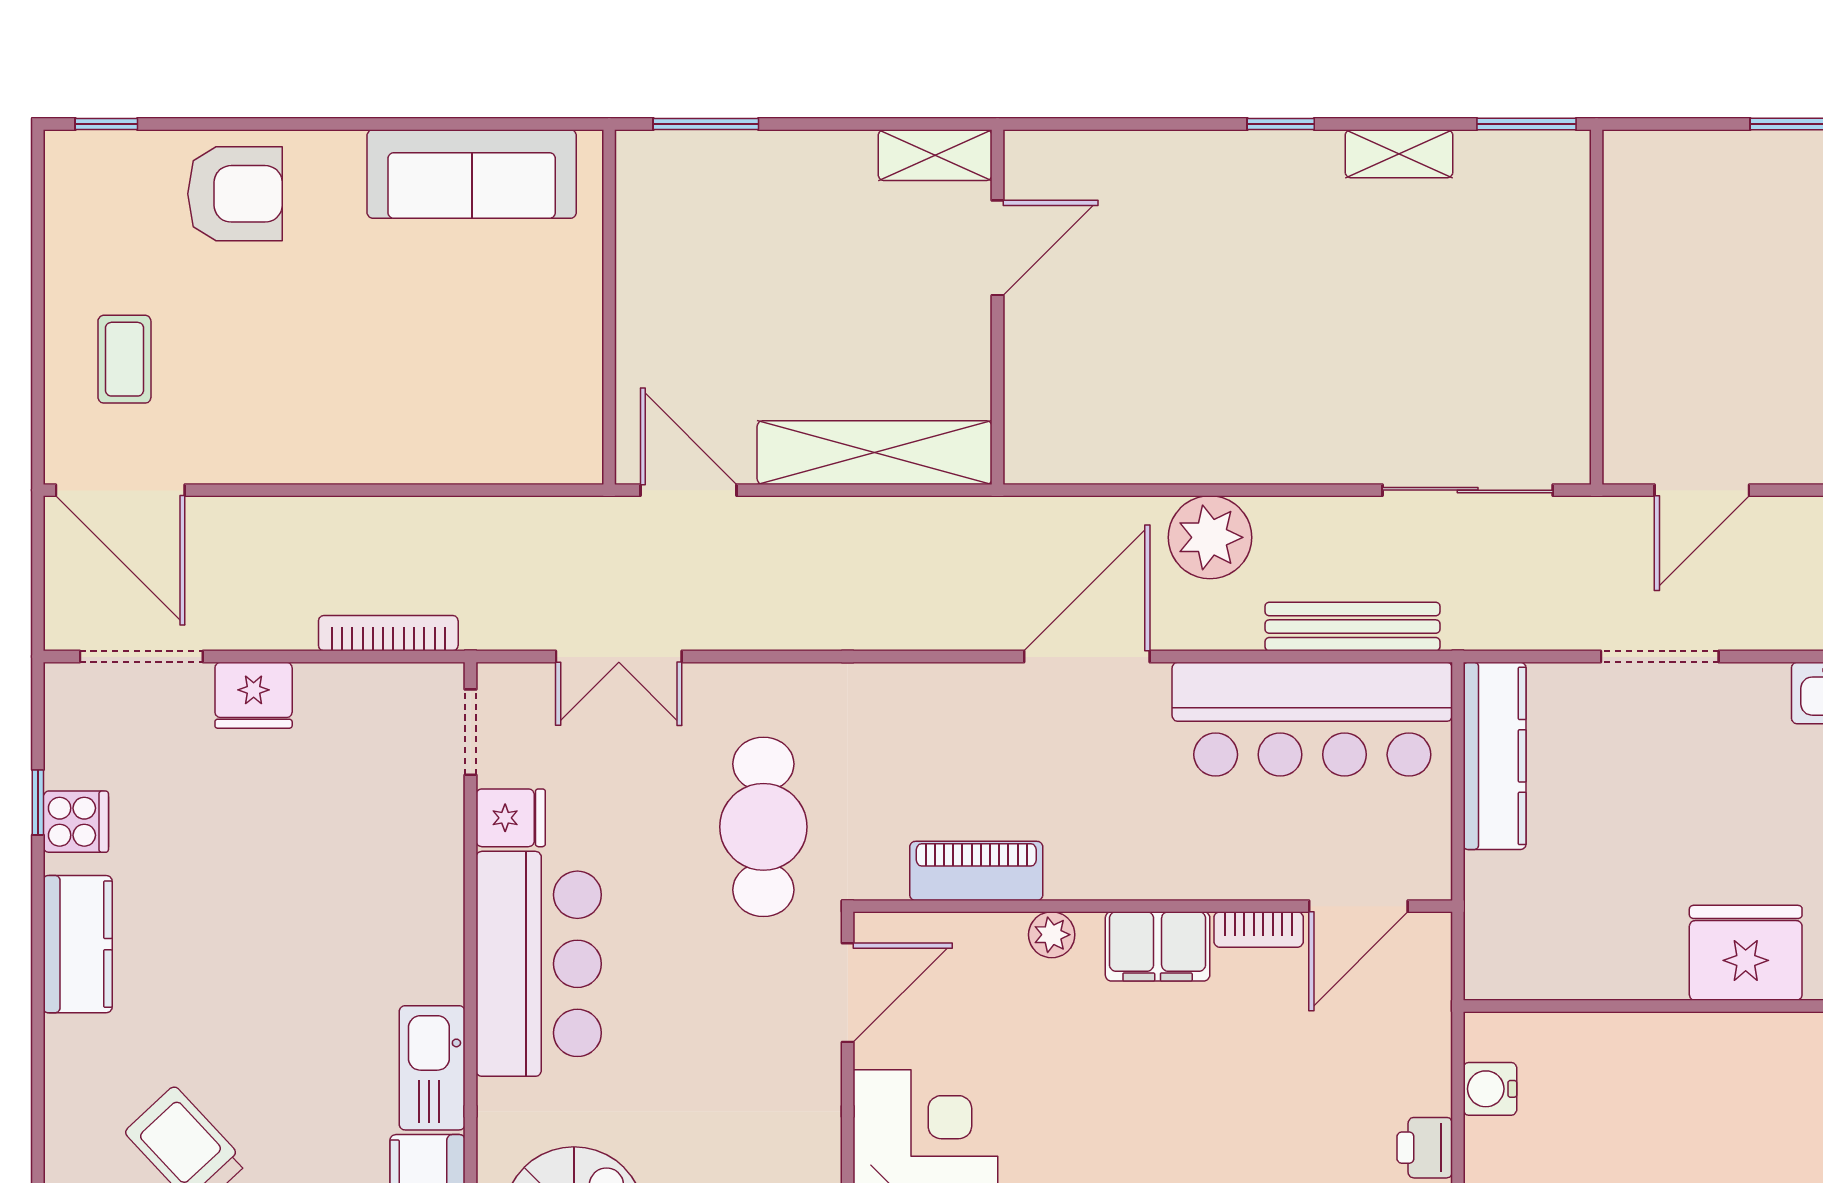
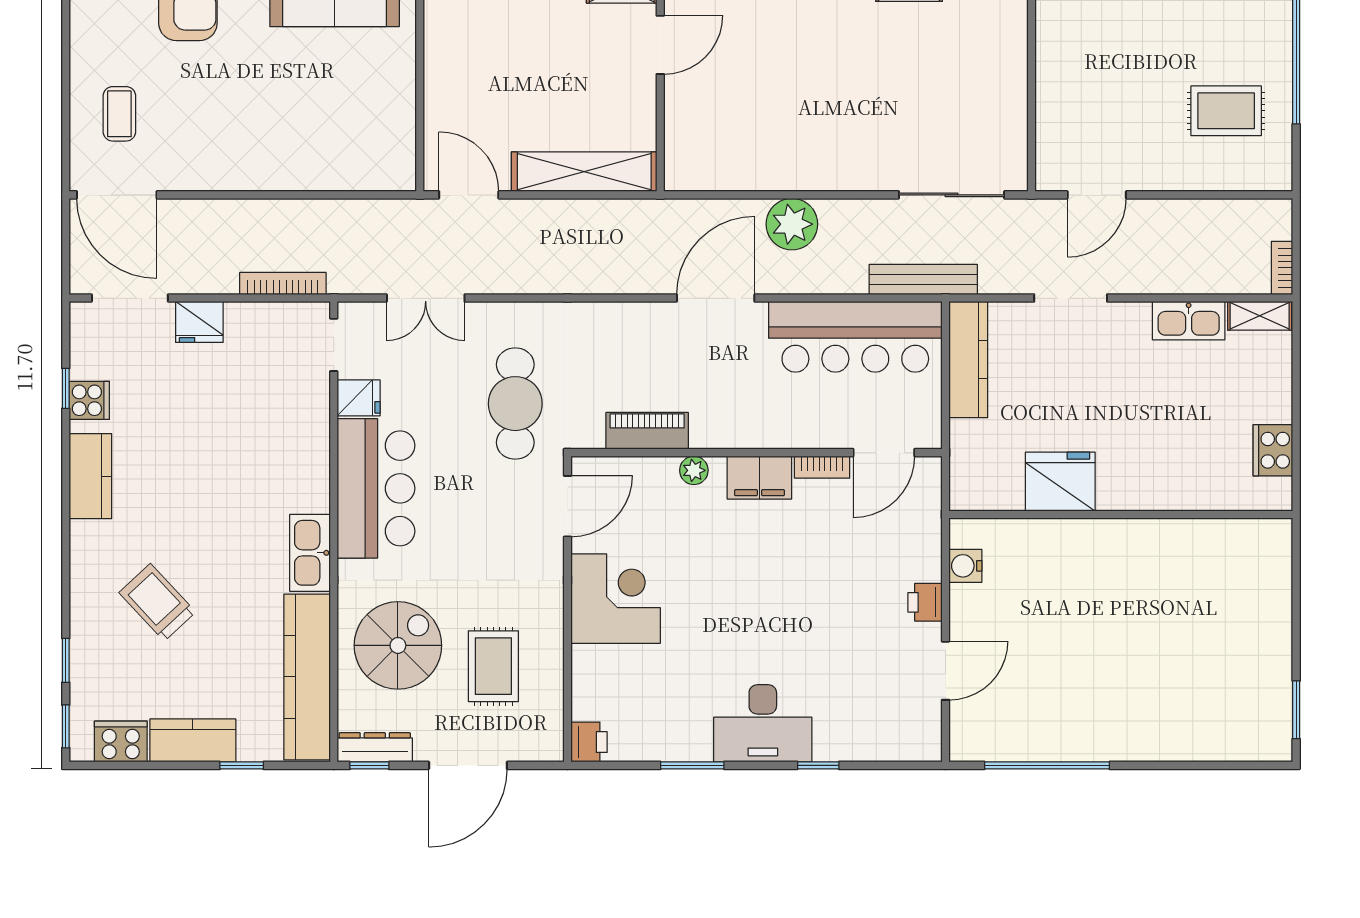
bench: (1353, 627) -> (923, 279), moved
fridge: (1746, 953) -> (1060, 482), moved

